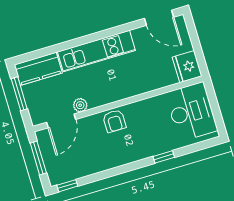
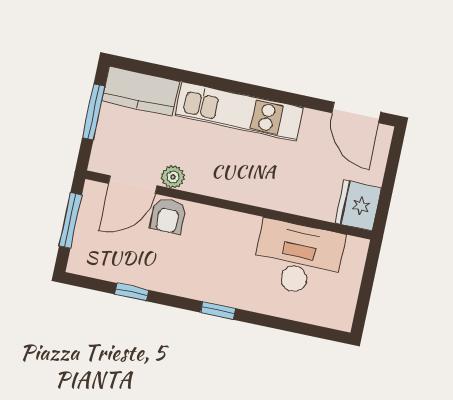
desk: (191, 112) -> (298, 258), moved, turned -90
armchair: (114, 121) -> (168, 216), moved
window: (164, 157) -> (218, 310), moved
window: (67, 186) -> (132, 292), moved

